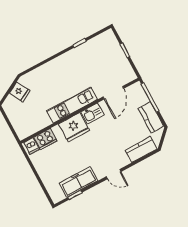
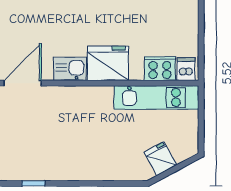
kitchen unit: (72, 105) -> (156, 97), moved

